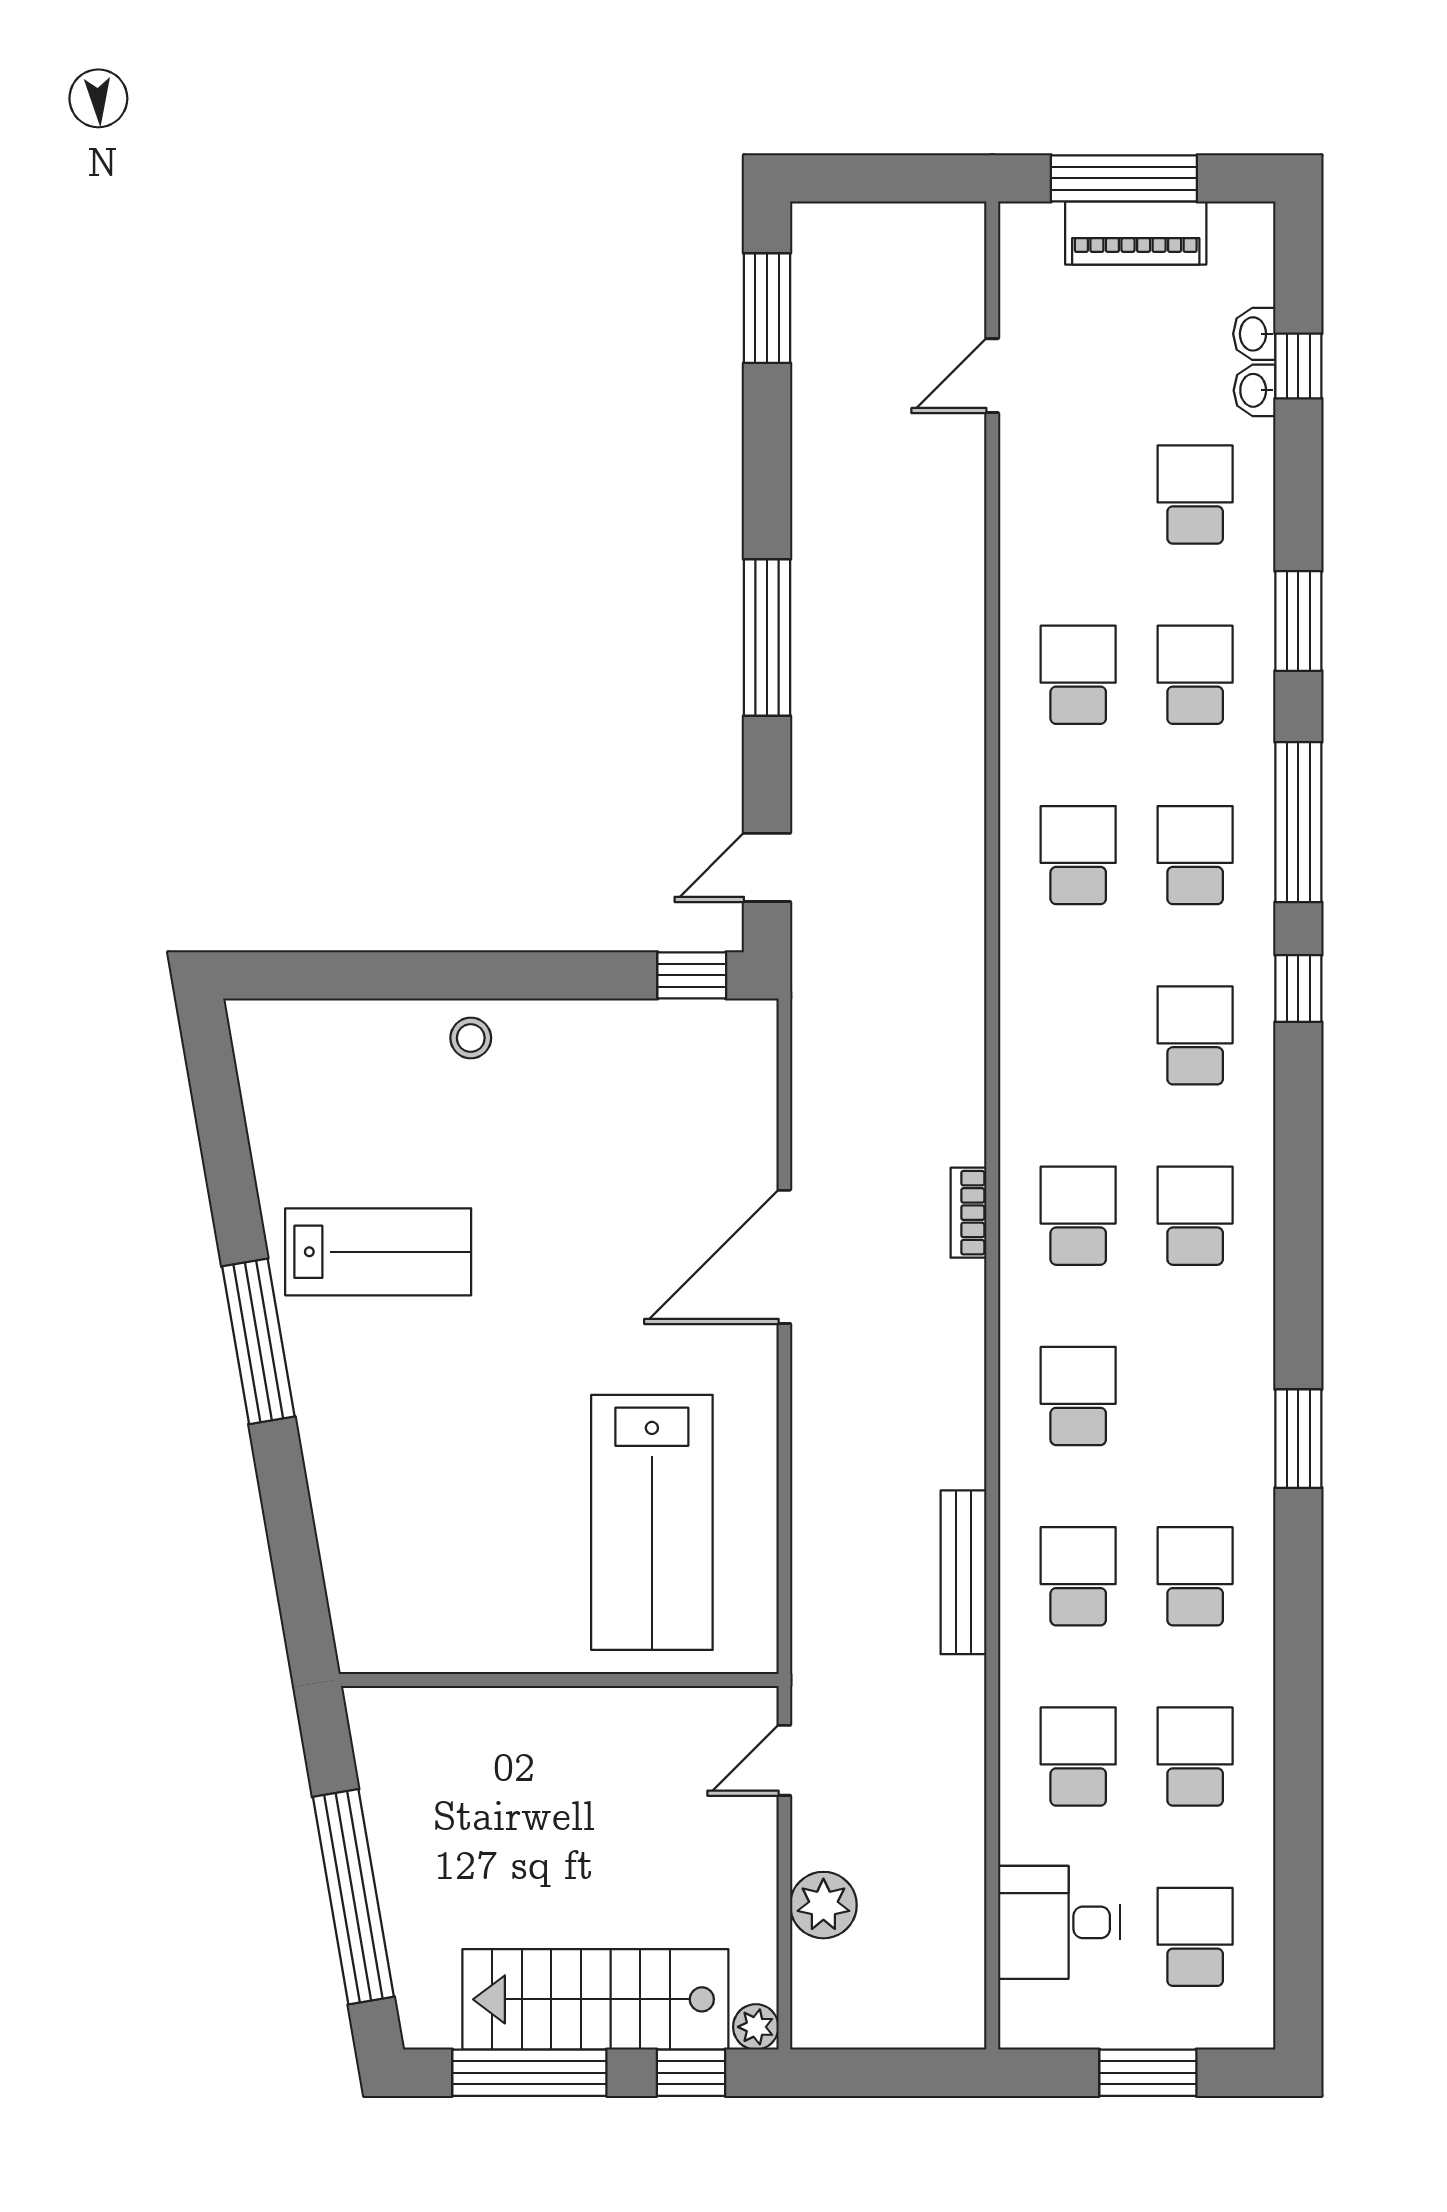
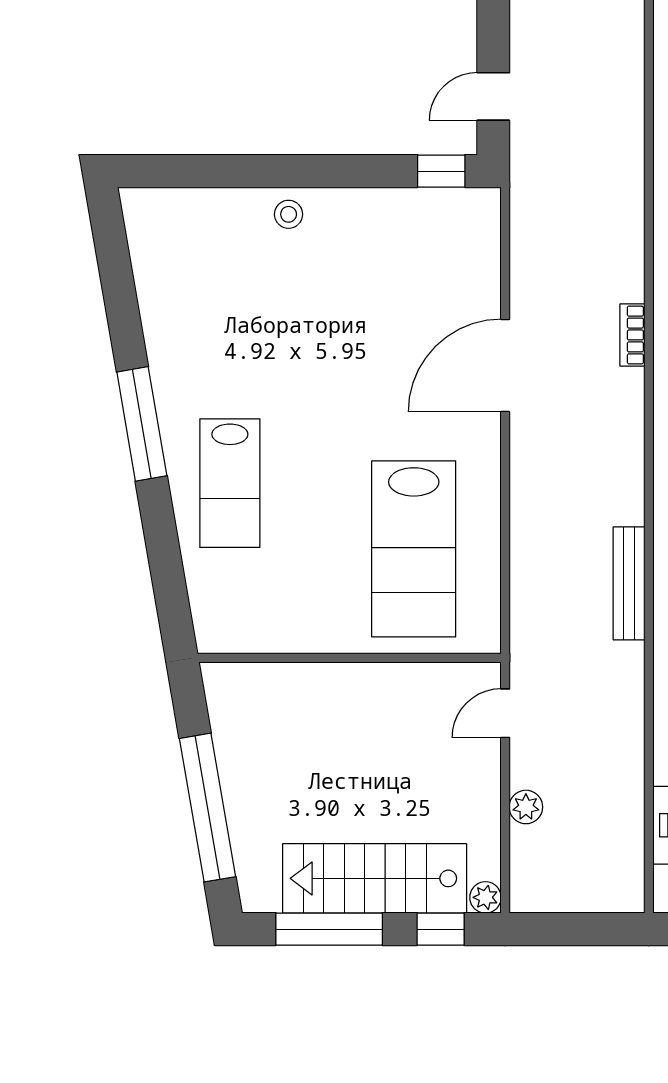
lab bench: (378, 1252) -> (230, 483), moved, turned 90
plant: (823, 1905) -> (526, 807), width x0.73, depth x0.73

